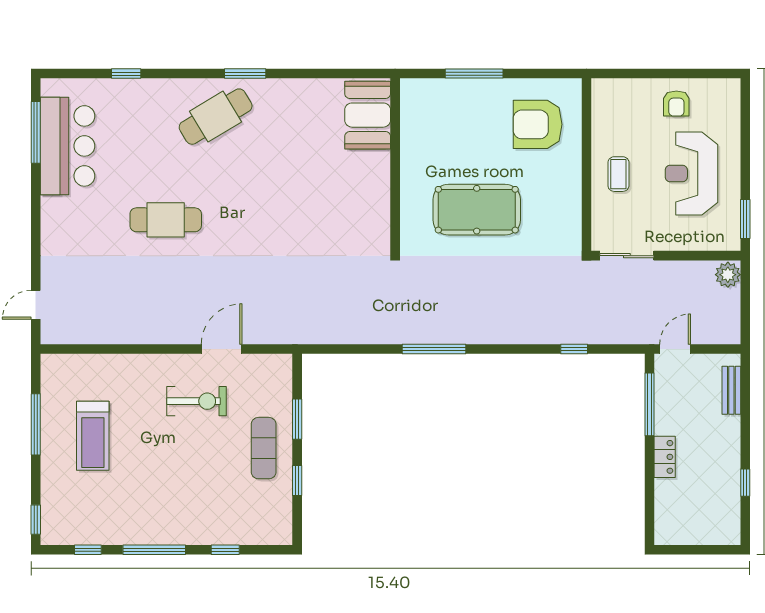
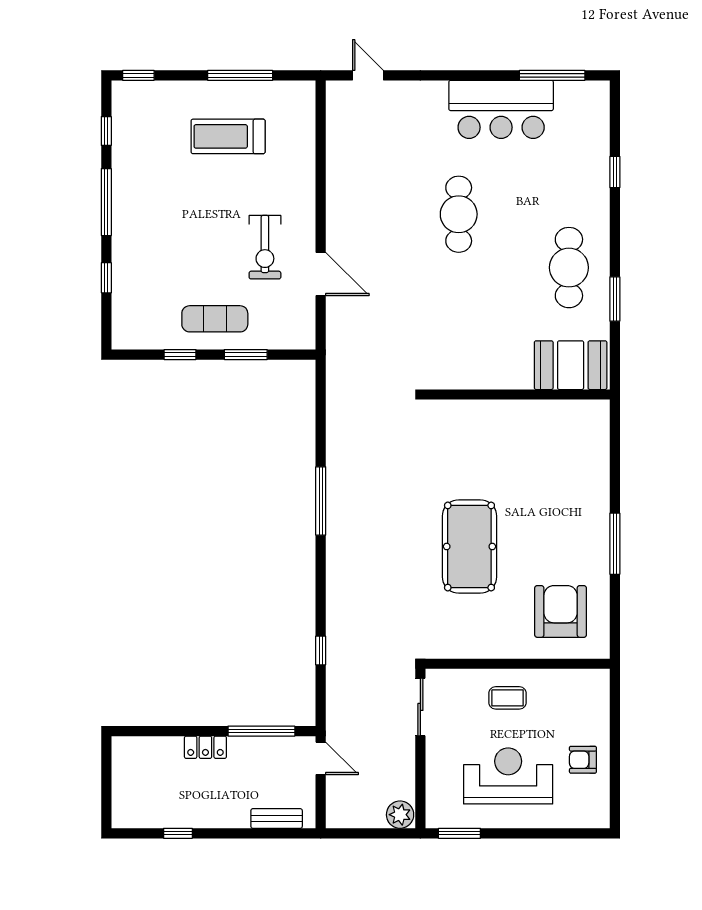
booth: (368, 115) -> (571, 365), moved
cafe table: (216, 117) -> (569, 268), turned 31
bar counter: (68, 146) -> (501, 109), moved
wall: (395, 165) -> (518, 394), moved

